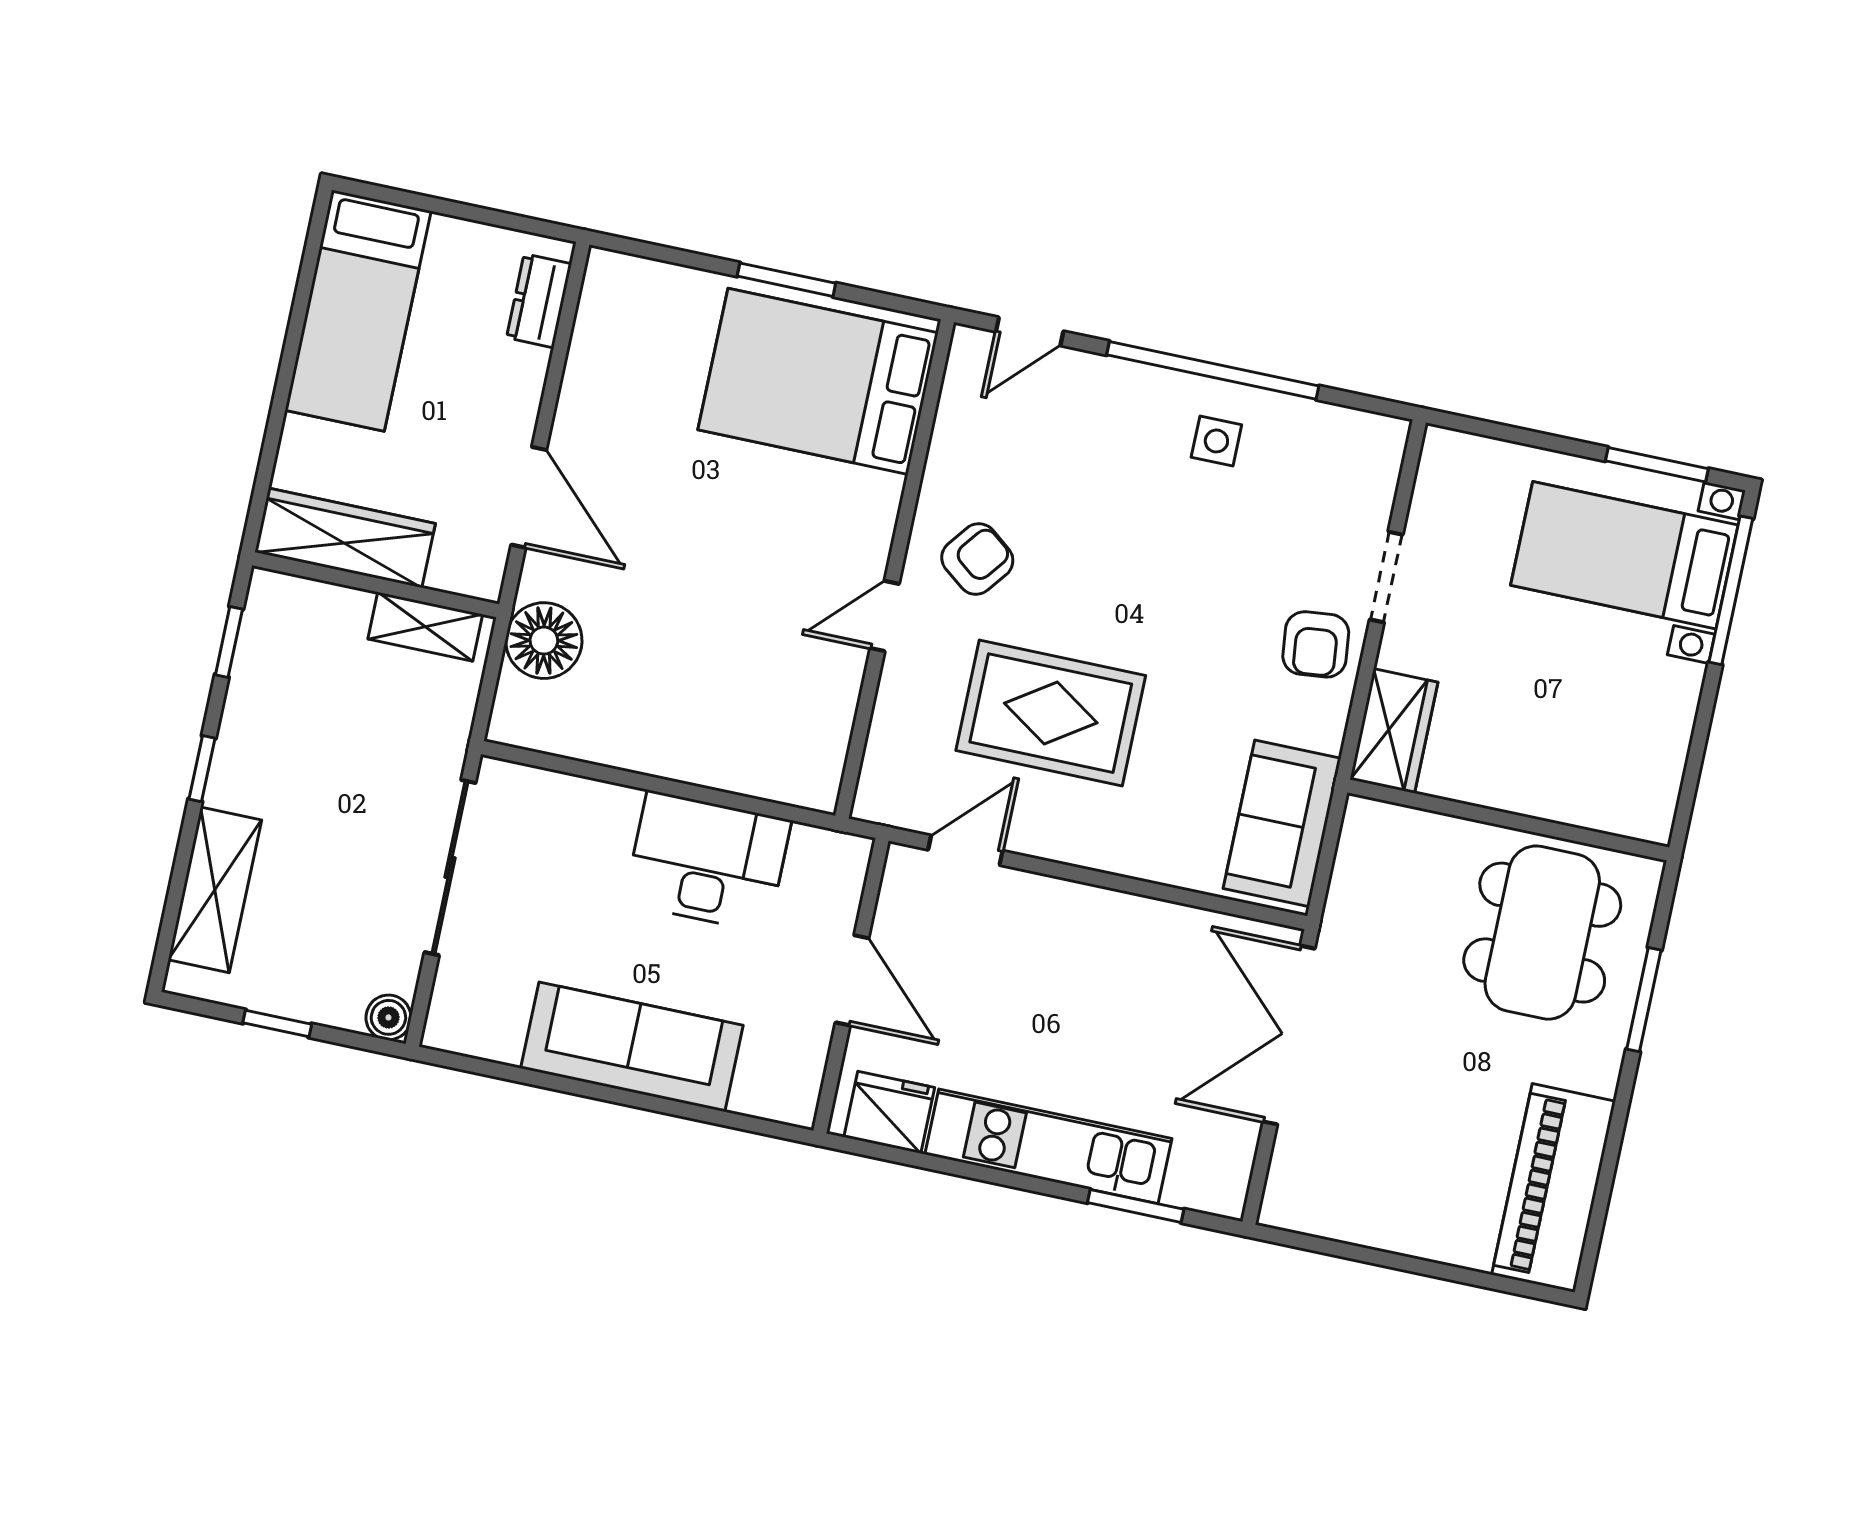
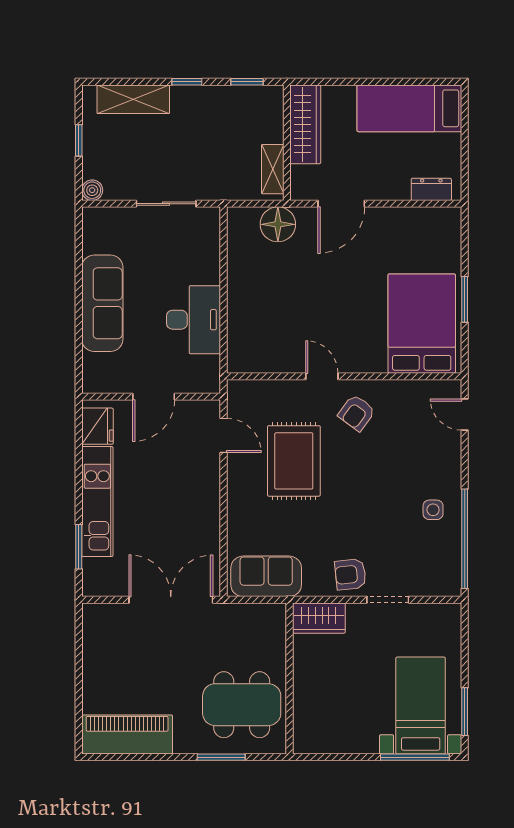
window: (1213, 370) -> (465, 539), moved
armchair: (977, 559) -> (357, 413), turned 88
sliding door: (450, 867) -> (166, 204), width x0.73

